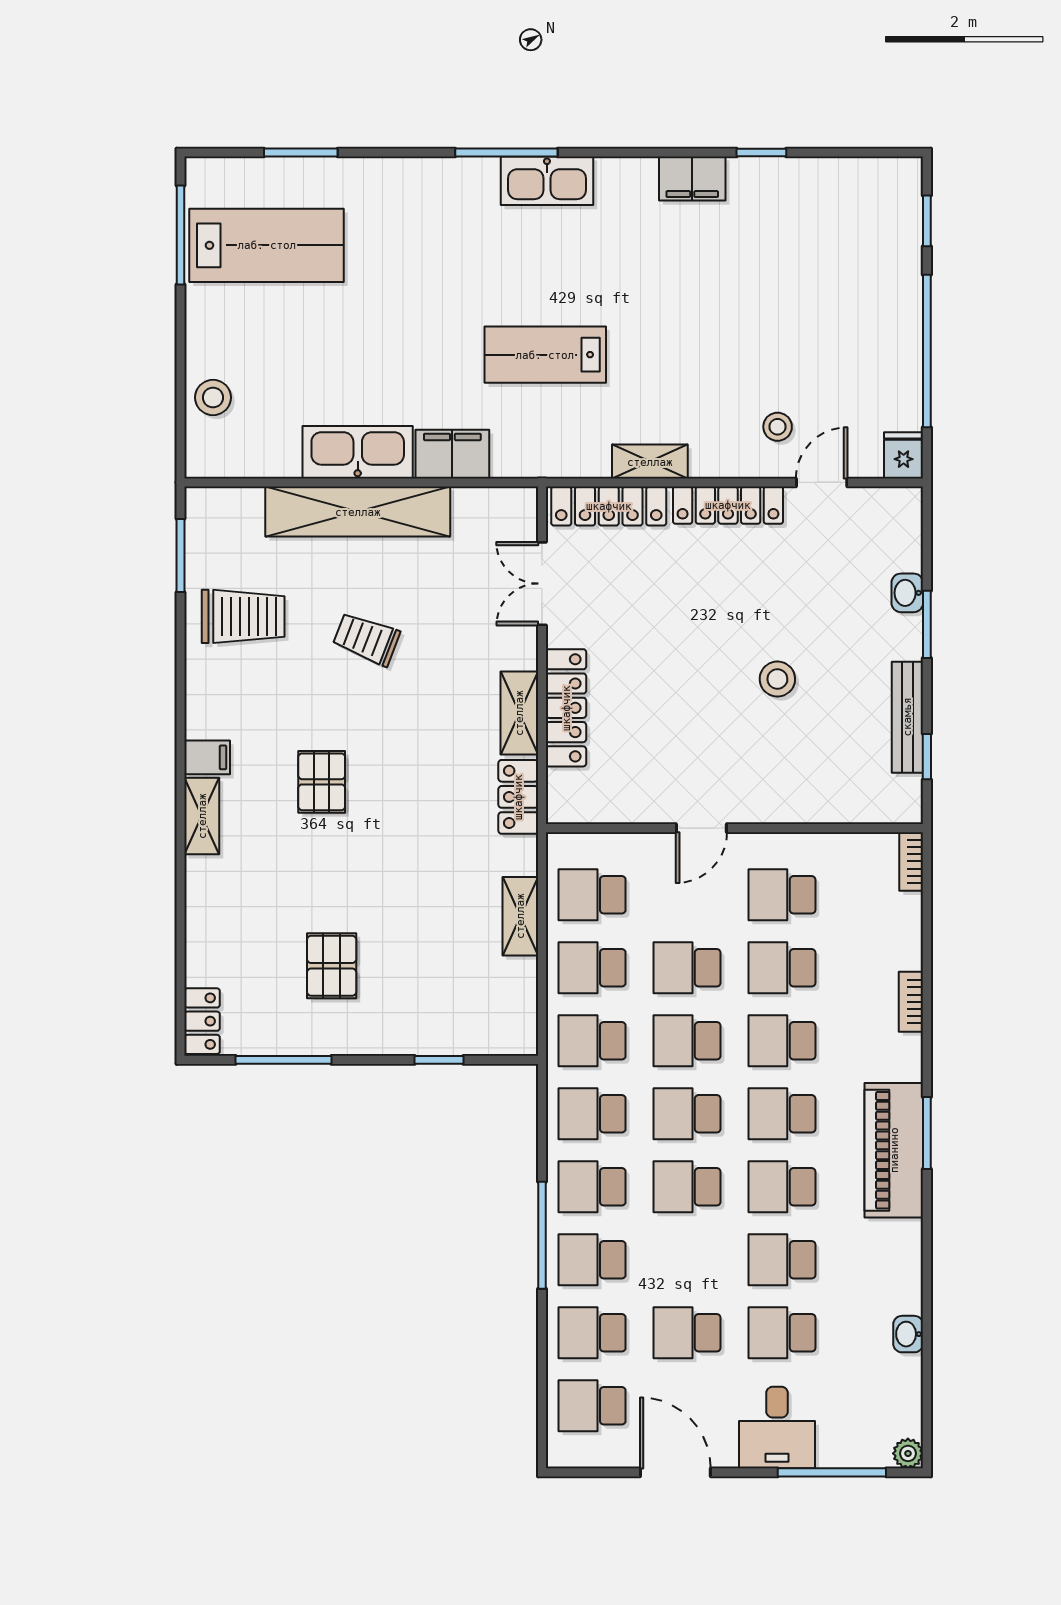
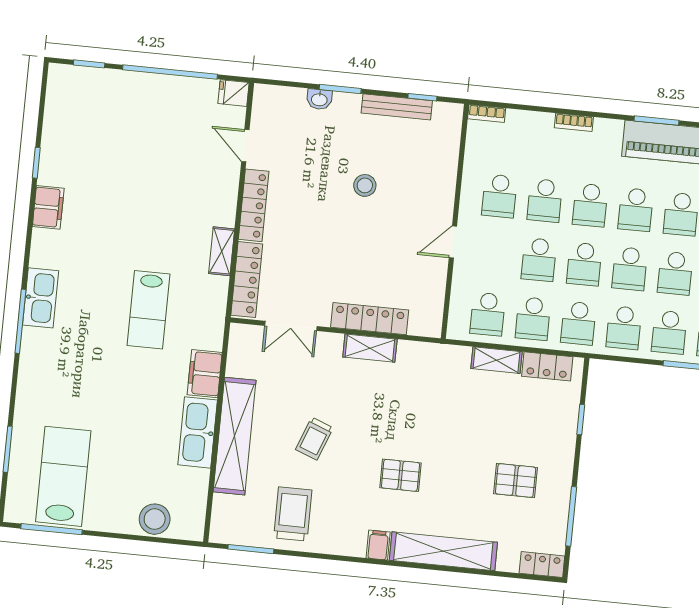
stool: (213, 397) -> (155, 519), width x1.38, depth x1.38
stool: (778, 427) -> (208, 170), removed
locker: (518, 797) -> (547, 366), moved
shelving: (202, 816) -> (443, 551), width x2.20, depth x1.33
door: (701, 828) -> (453, 242), swing flipped

